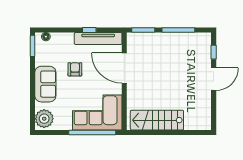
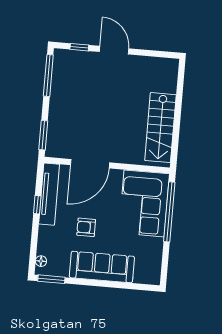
window: (178, 30) -> (48, 76), moved
sofa: (45, 84) -> (102, 267), width x1.36
plant: (44, 119) -> (146, 272), removed

